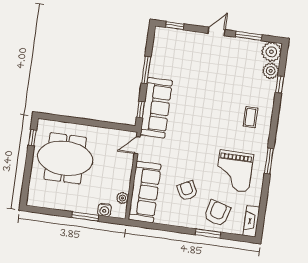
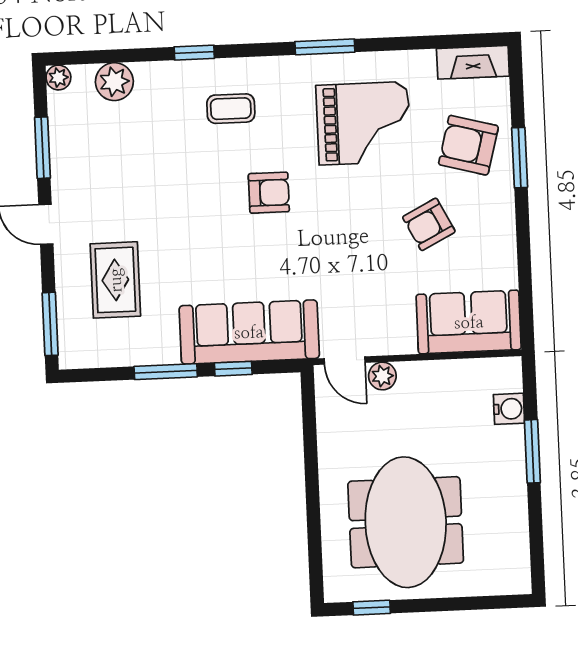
window: (175, 26) -> (50, 324), width x1.50
plant: (271, 52) -> (58, 78), width x0.53, depth x0.53
rug: (188, 56) -> (115, 280), added
window: (280, 84) -> (194, 53), moved
window: (141, 110) -> (233, 369), moved
armchair: (213, 127) -> (269, 193), added
sofa: (145, 192) -> (469, 322), width x0.73
plant: (122, 198) -> (382, 376), moved

